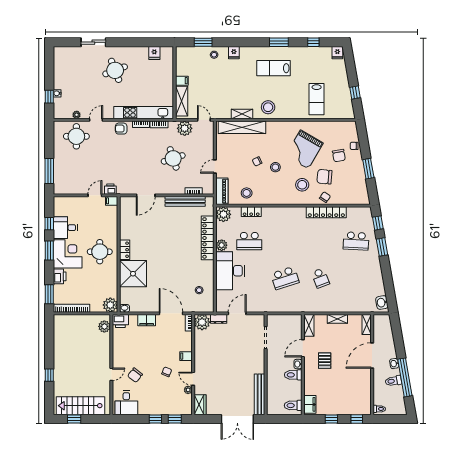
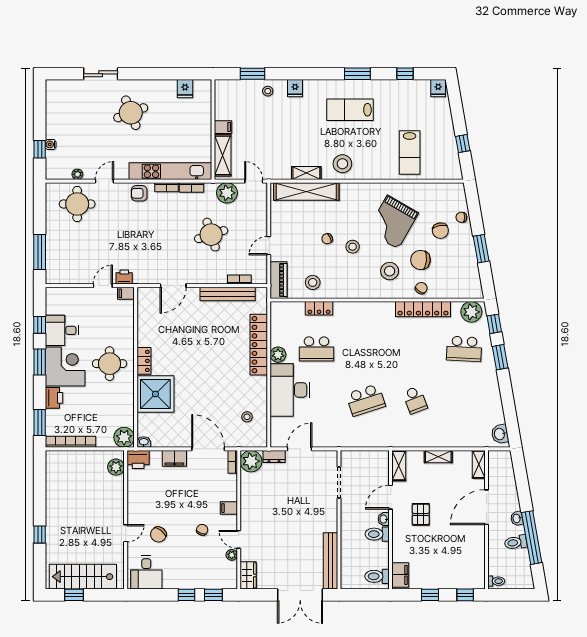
plant: (223, 214) -> (471, 312), moved

